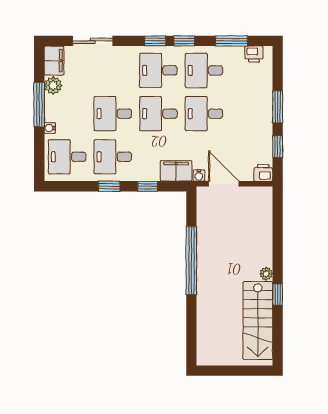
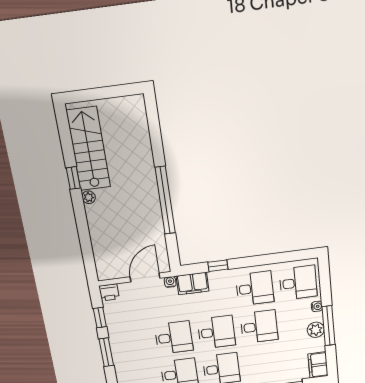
plant: (53, 85) -> (316, 330), moved
door: (224, 184) -> (145, 277), swing flipped
window: (109, 186) -> (255, 261), removed

